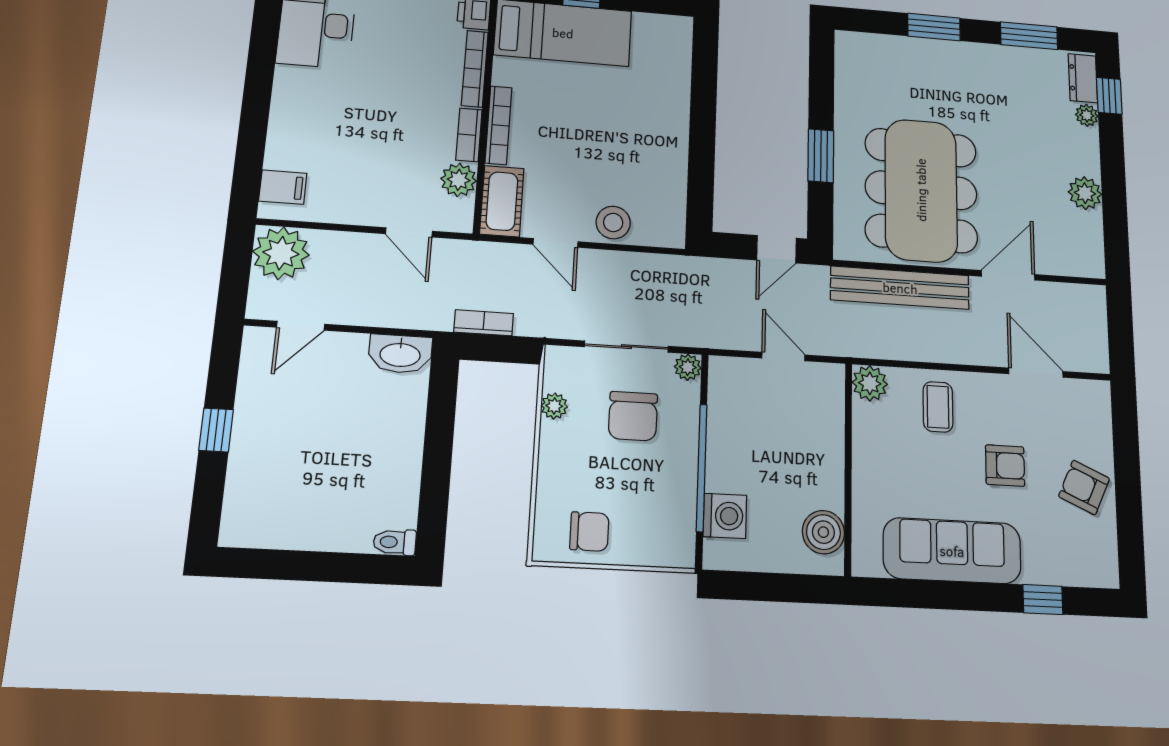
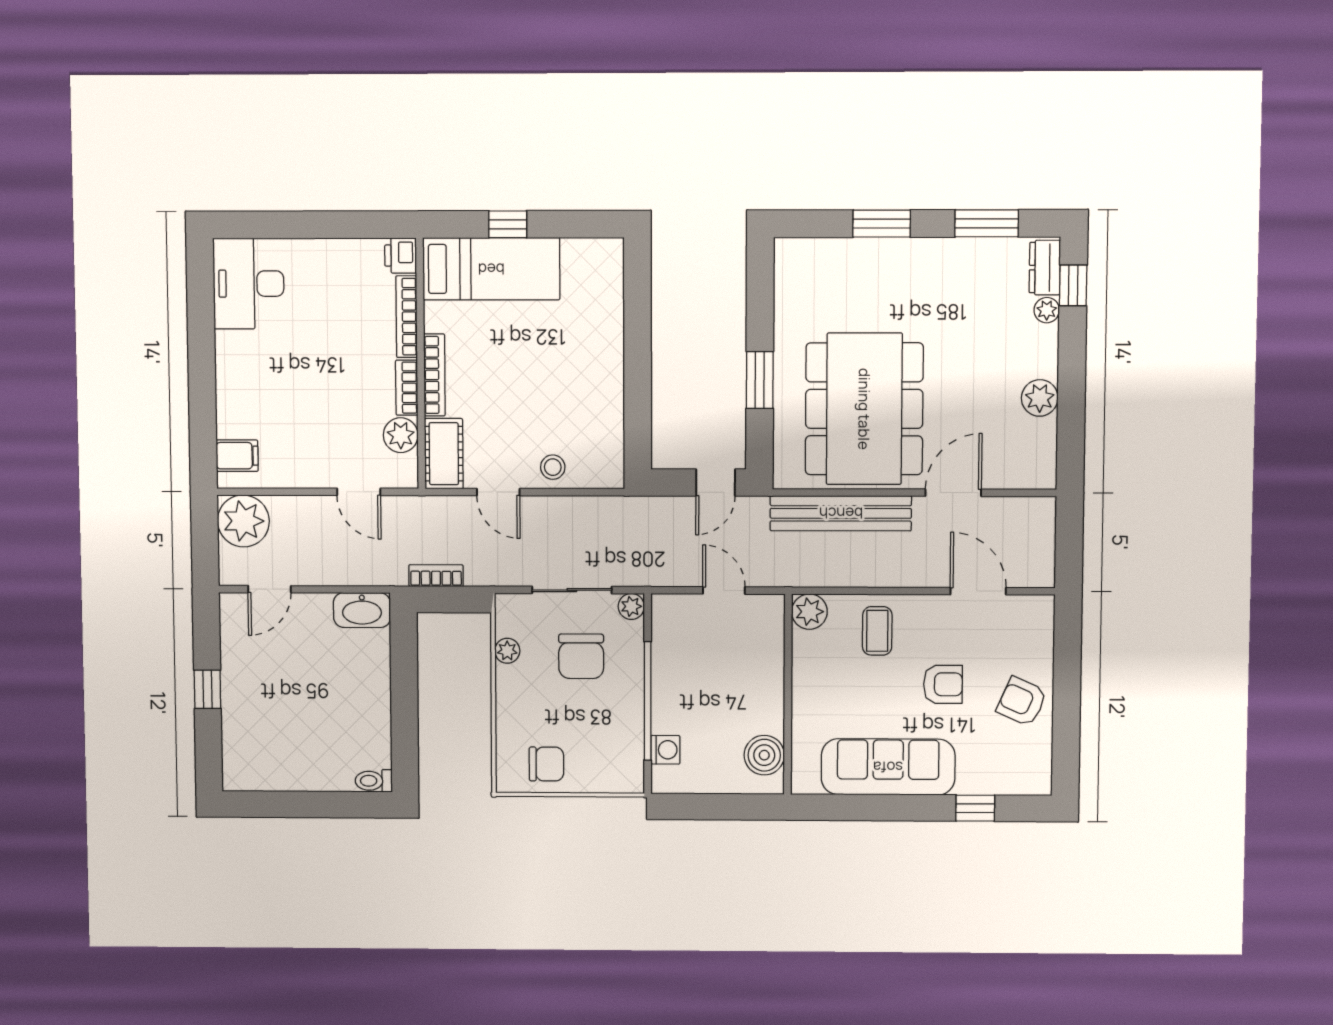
stool: (613, 222) -> (553, 467), width x0.73, depth x0.73
washing machine: (725, 516) -> (665, 750), width x0.73, depth x0.73

